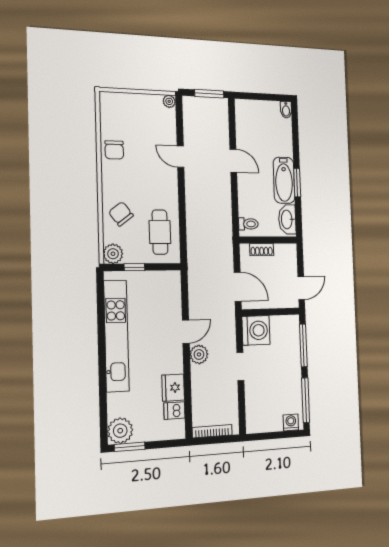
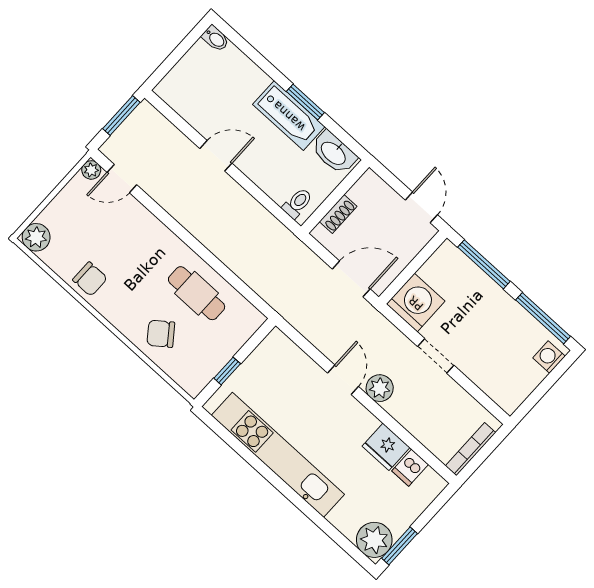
door: (180, 157) -> (122, 179), moved
cafe table: (160, 232) -> (197, 293), moved
plant: (113, 254) -> (36, 237), moved

